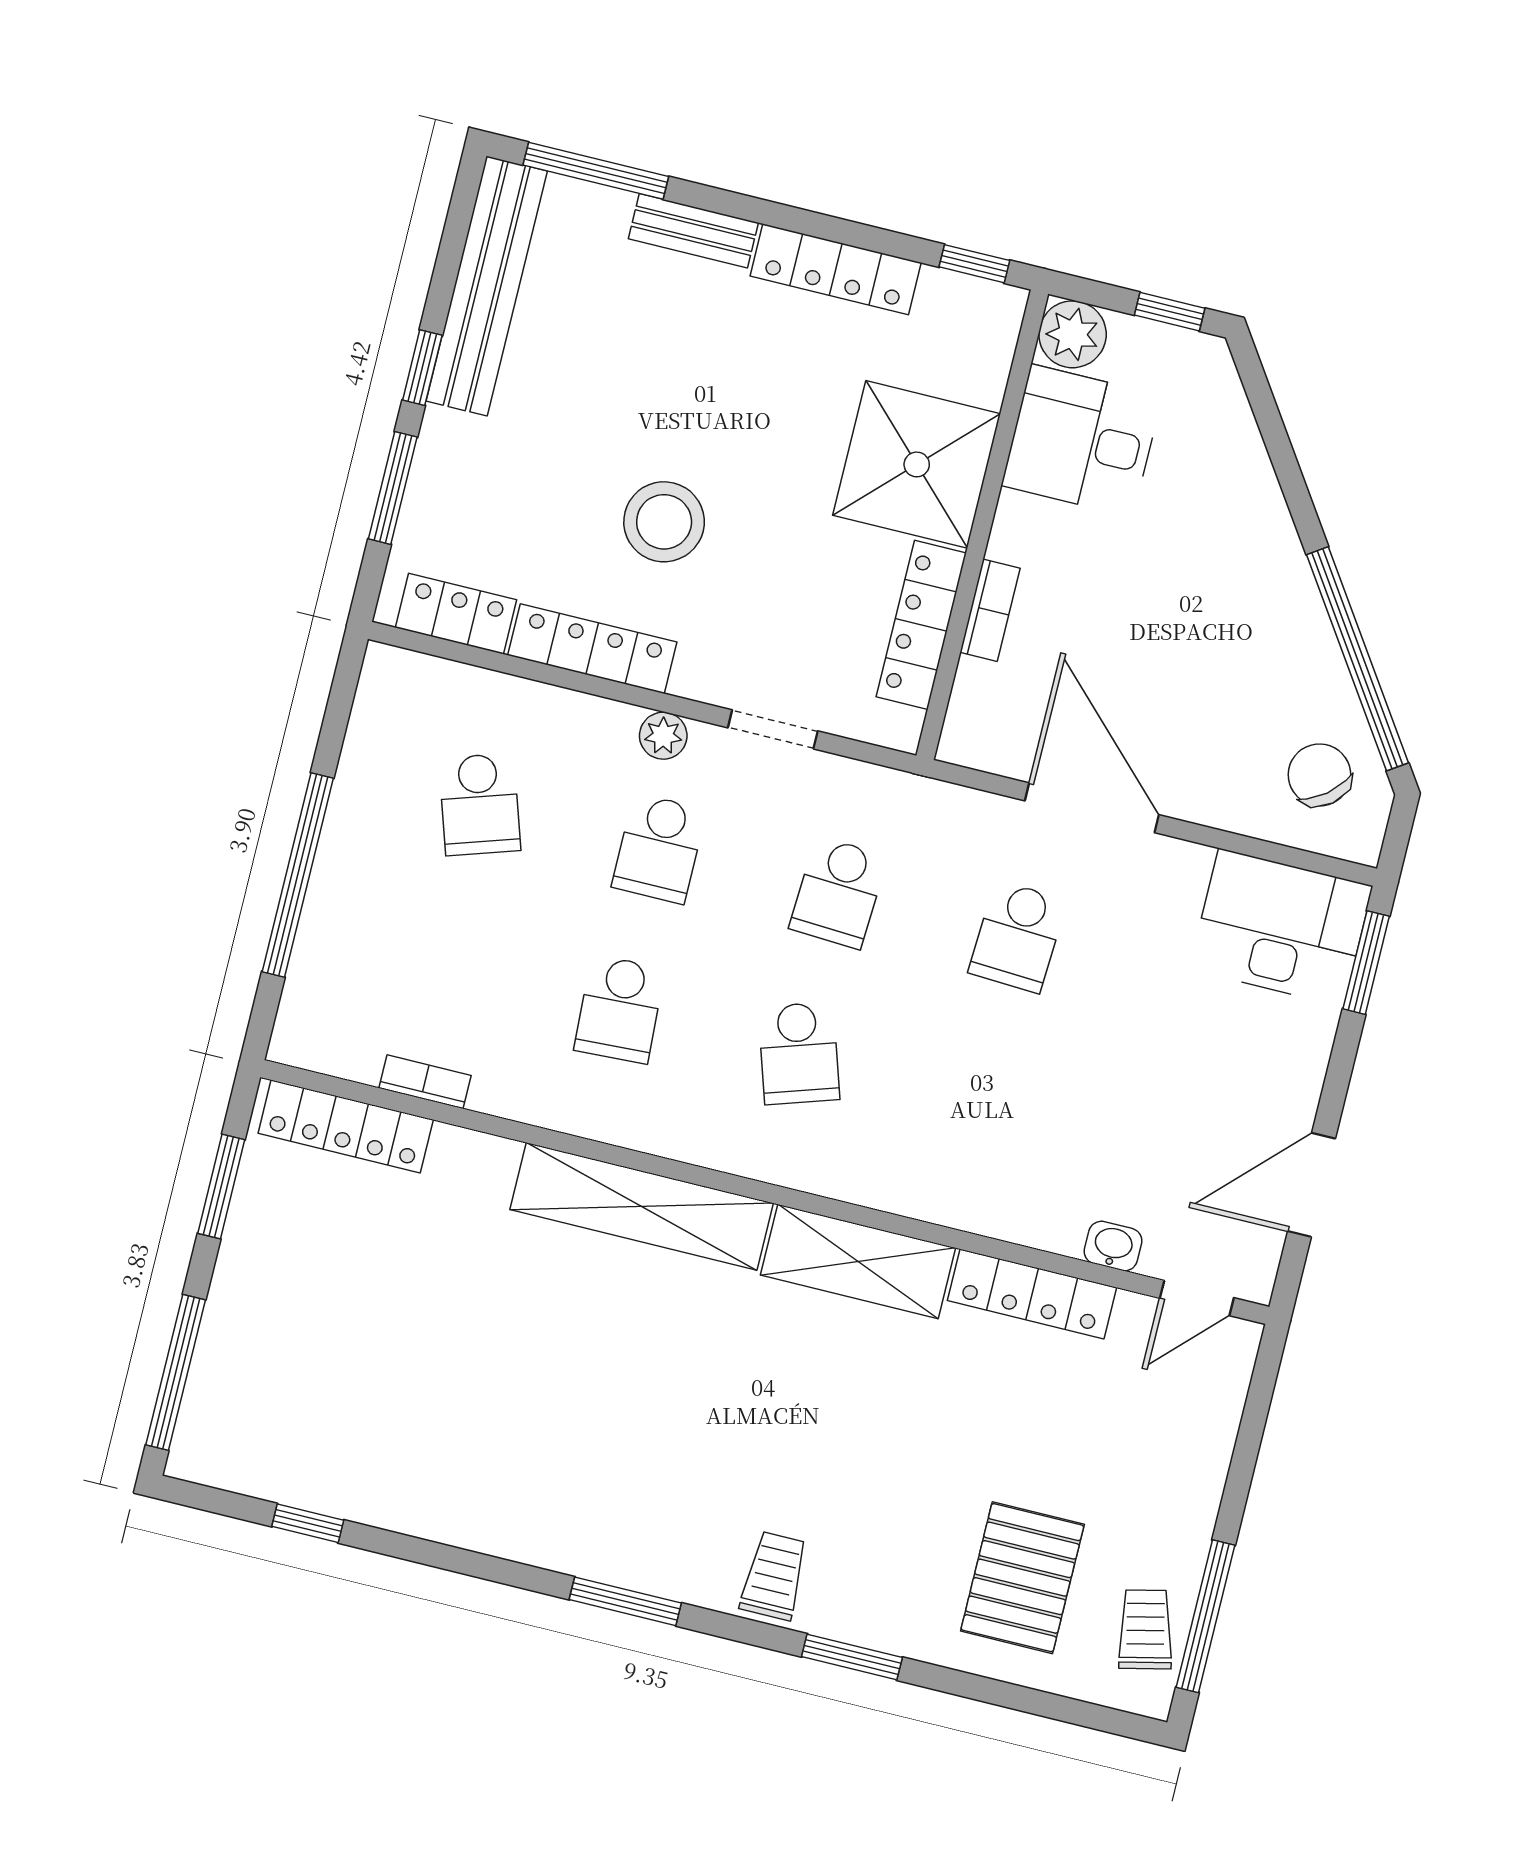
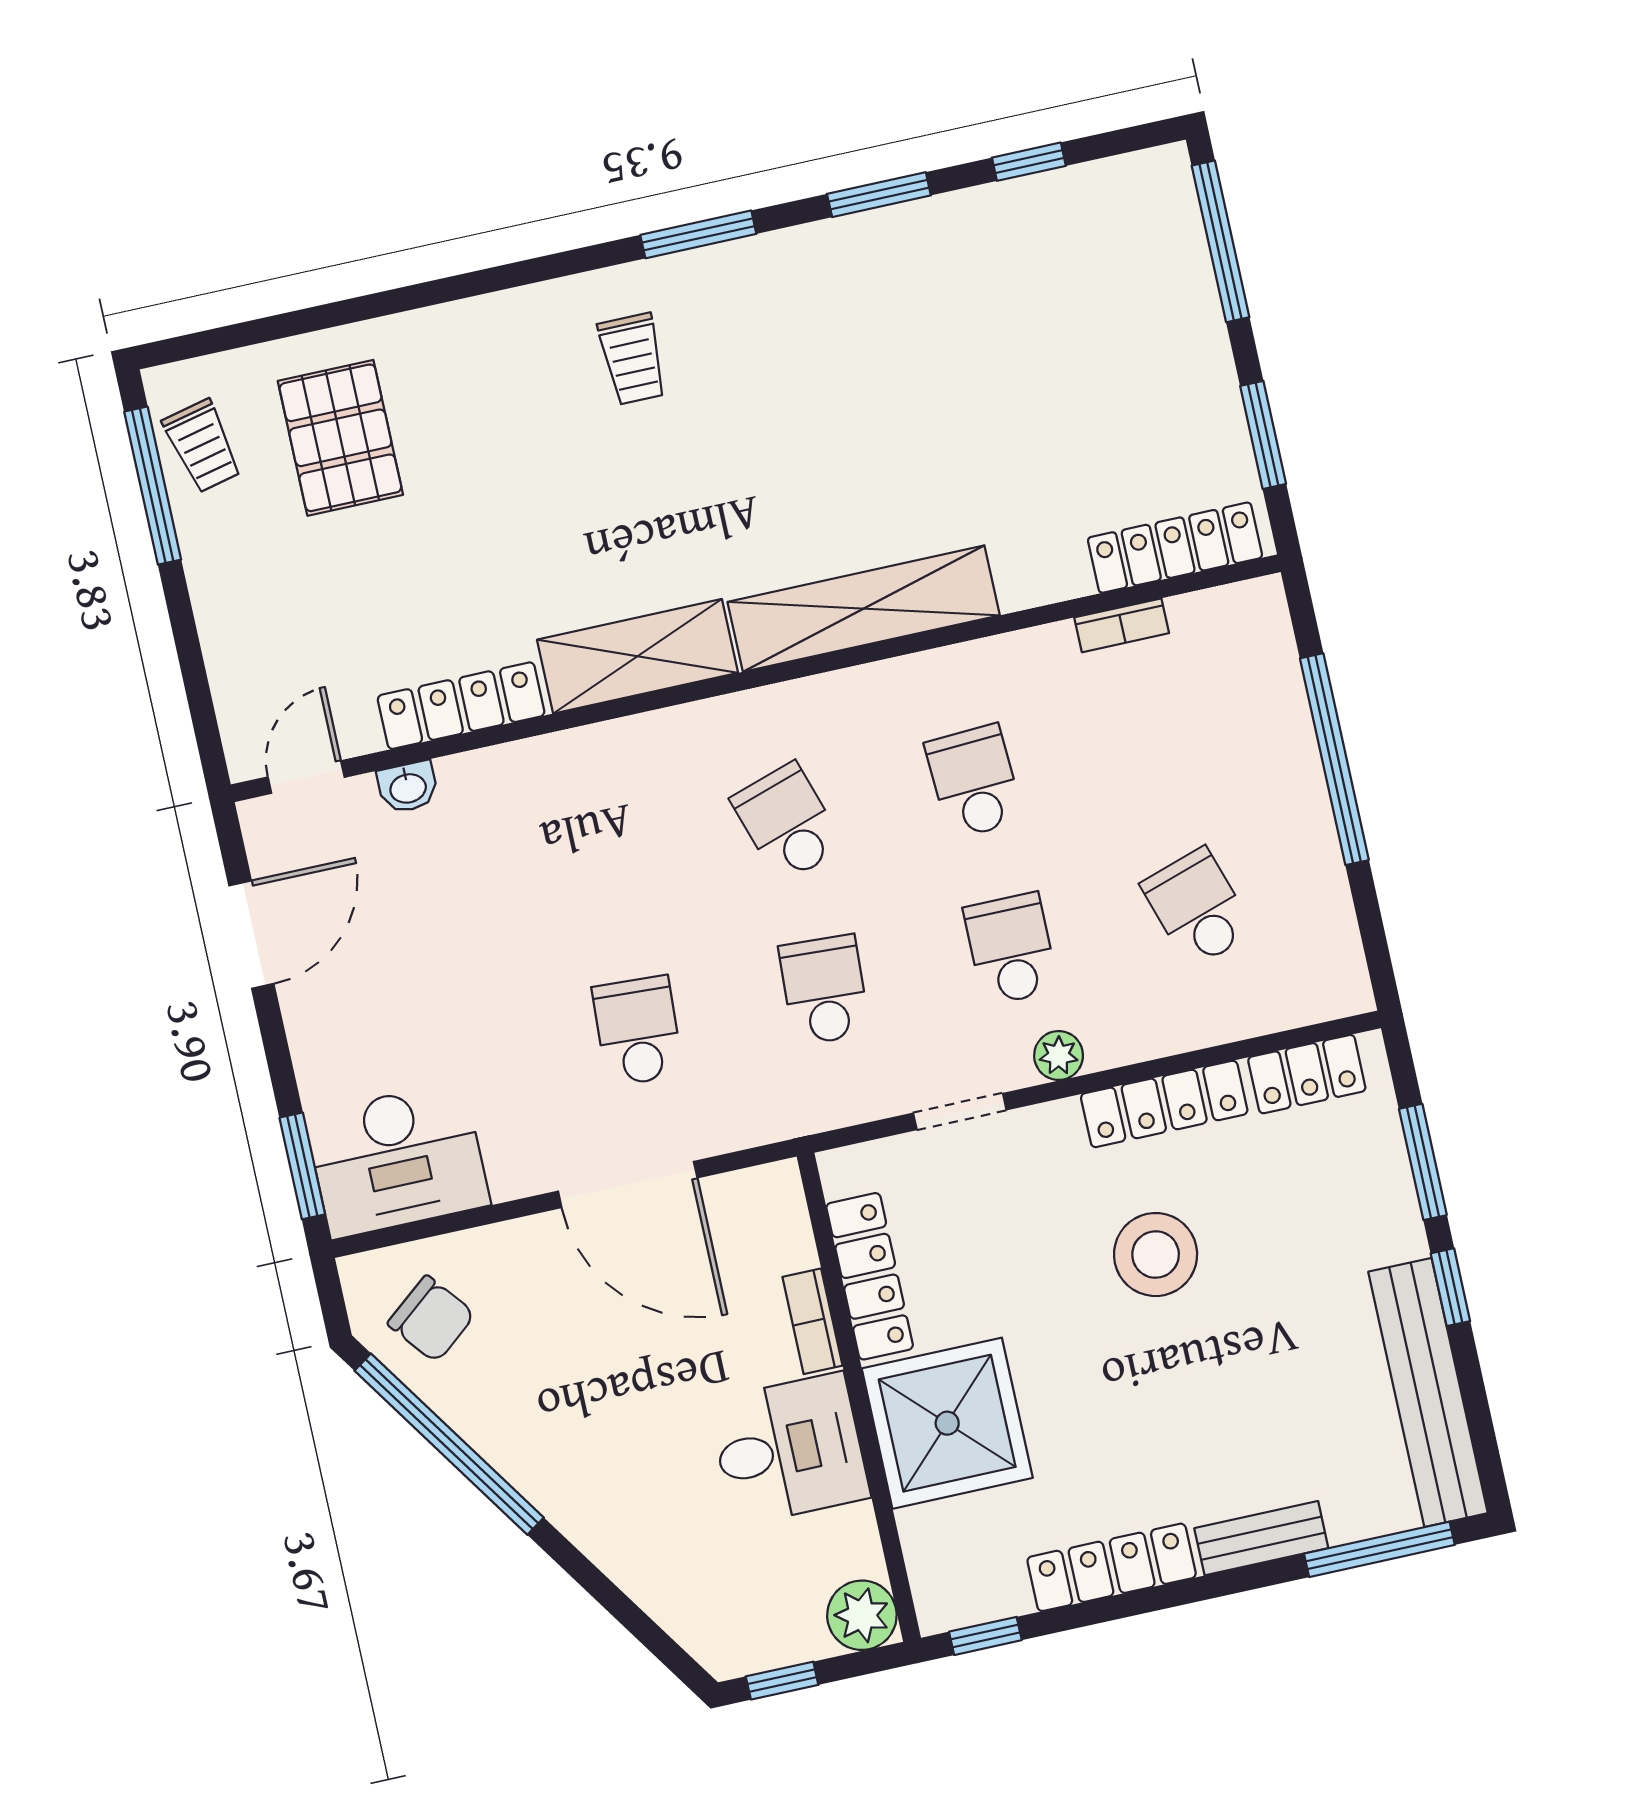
desk: (1082, 441) -> (789, 1449), moved
trolley: (774, 1576) -> (633, 359), moved
window: (852, 1657) -> (879, 195), moved

